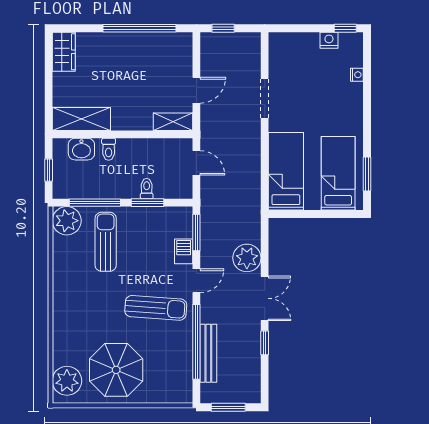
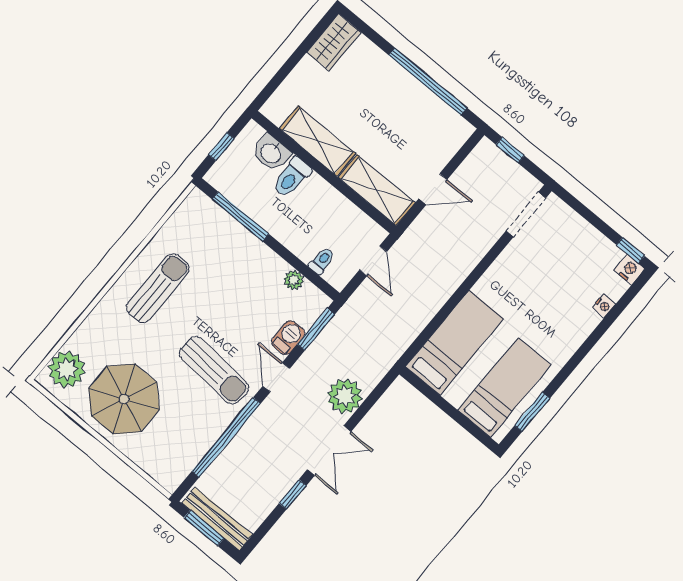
nightstand: (329, 40) -> (629, 269), moved
doorway: (265, 98) -> (526, 214), moved
shelving: (81, 119) -> (317, 141), moved
shelving: (173, 122) -> (377, 190), width x1.50, depth x1.33
toilet: (109, 149) -> (292, 178), width x1.37, depth x1.39
toilet: (147, 189) -> (322, 261), moved
window: (148, 203) -> (292, 260), removed
plant: (67, 221) -> (294, 280), moved, width x0.53, depth x0.53
sun lounger: (106, 242) -> (158, 288), moved
door: (196, 281) -> (276, 377), swing flipped
bench: (208, 353) -> (217, 519), moved, turned 90

